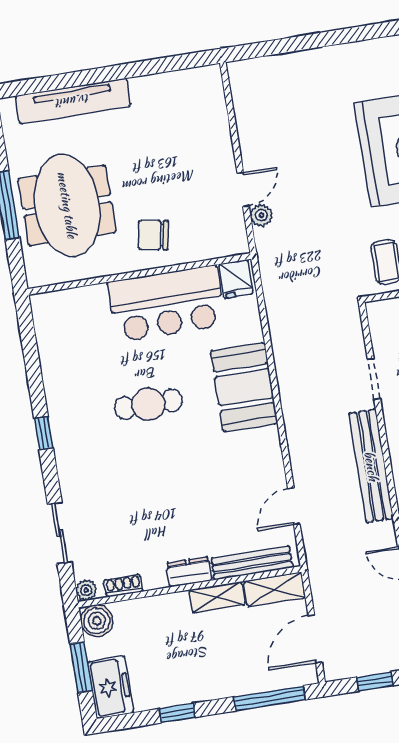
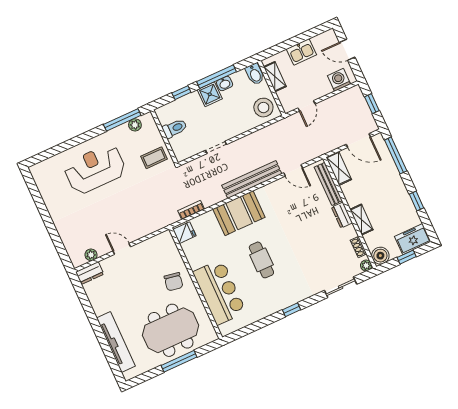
dresser: (211, 88) -> (90, 273), added
door: (243, 190) -> (122, 249), moved
plant: (261, 215) -> (91, 255), moved
bookcase: (274, 303) -> (191, 210), added
bar counter: (167, 304) -> (219, 292), moved
bench: (371, 466) -> (252, 180), moved
shelving: (217, 597) -> (361, 220), moved
window: (81, 667) -> (407, 257), width x0.67

